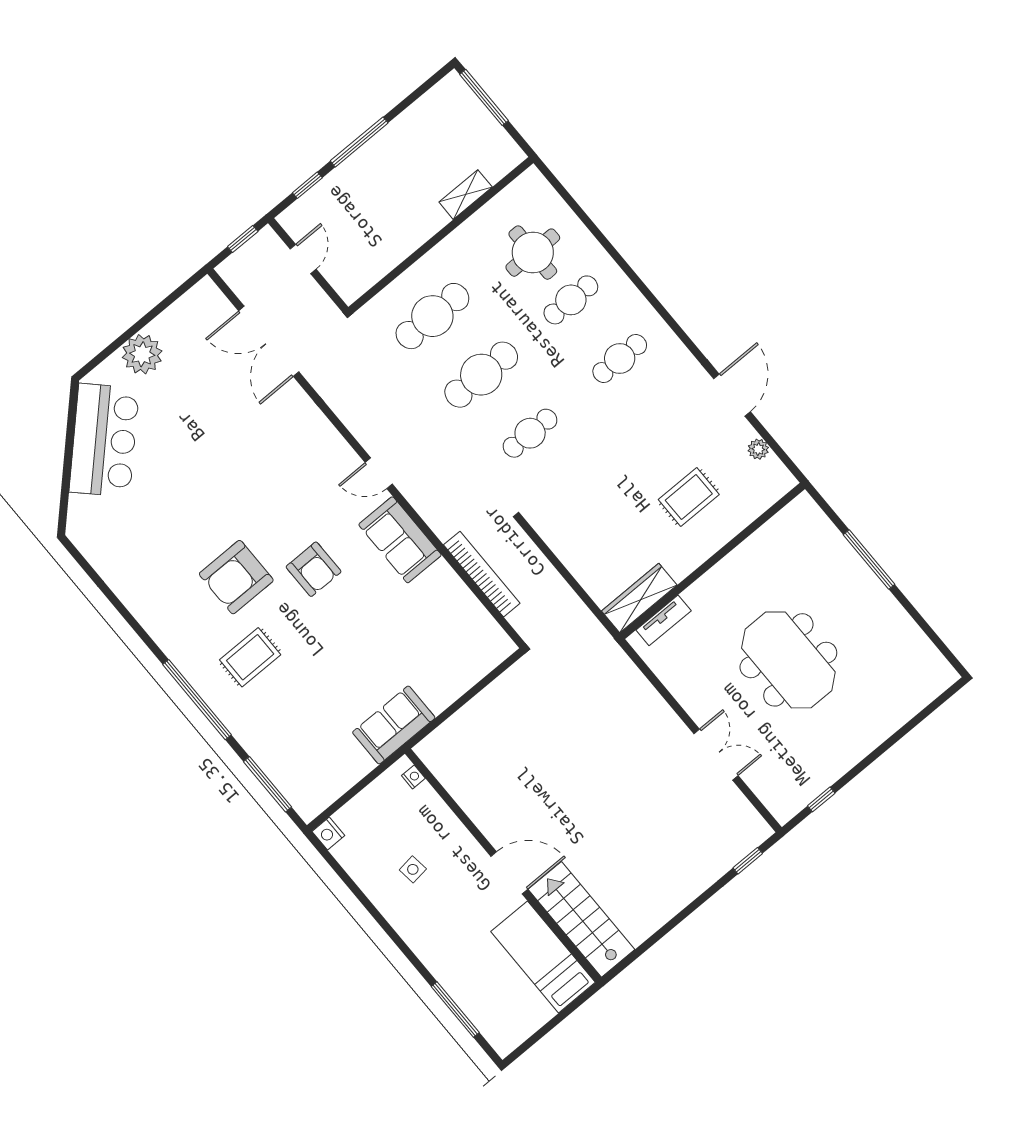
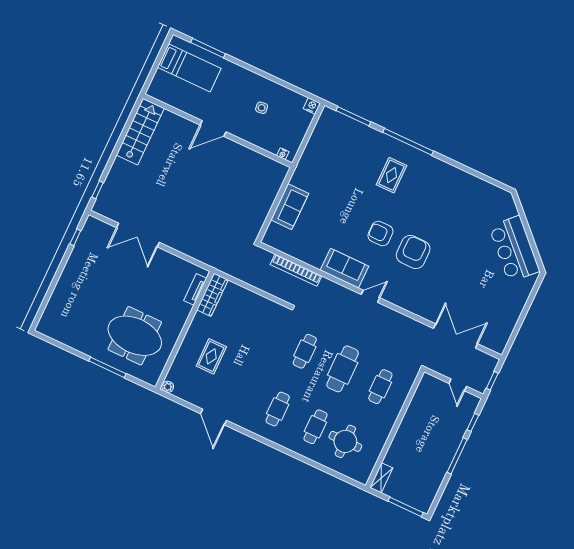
shelving: (466, 195) -> (381, 478), moved
cafe table: (432, 316) -> (380, 387), width x0.73, depth x0.74
plant: (142, 354) -> (515, 300), removed
plant: (758, 449) -> (168, 387), moved
armchair: (236, 577) -> (413, 252), moved
meeting table: (788, 660) -> (135, 336), moved
sofa: (394, 725) -> (290, 207), moved
double door: (716, 755) -> (138, 235), width x1.37
stairs: (581, 919) -> (140, 132), moved, turned -90
bed: (543, 957) -> (189, 68), moved

